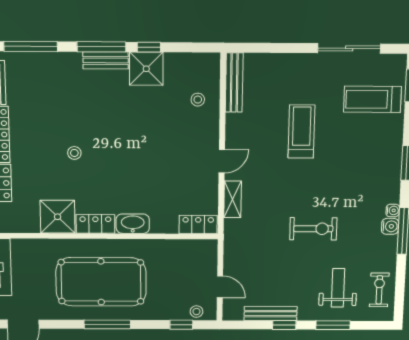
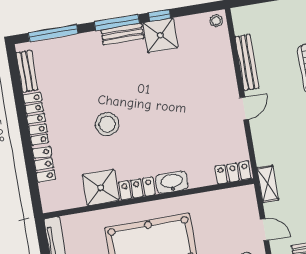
bench: (234, 83) -> (247, 62), moved
stool: (198, 100) -> (216, 21), moved
stool: (74, 153) -> (107, 124), width x1.89, depth x1.89
shelving: (233, 199) -> (268, 184), moved

